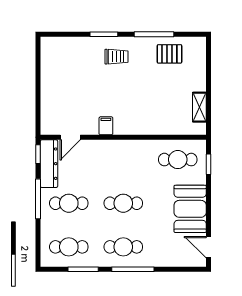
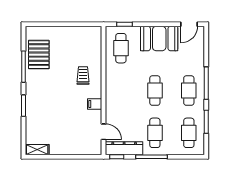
pallet: (169, 54) -> (39, 55), width x1.50, depth x1.42
trolley: (116, 57) -> (83, 76), moved
shelving: (199, 107) -> (37, 150), moved

